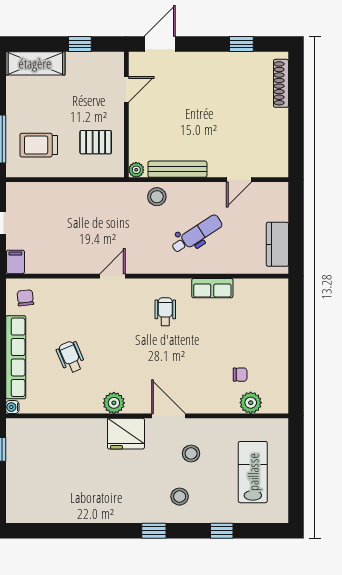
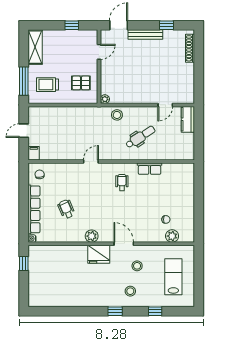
shelving: (35, 63) -> (35, 47), moved, turned 90
bench: (177, 169) -> (145, 34), moved
kitchen counter: (277, 244) -> (188, 119), moved

